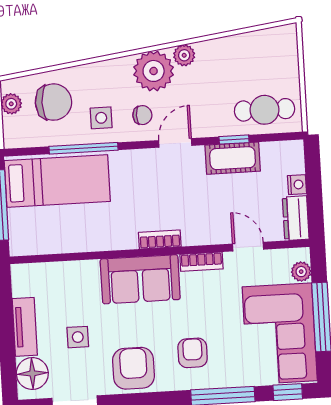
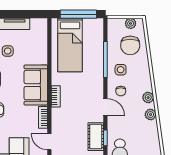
plant: (154, 71) -> (148, 98), width x0.53, depth x0.53
bed: (57, 181) -> (70, 45), moved
door: (248, 247) -> (49, 142), swing flipped

